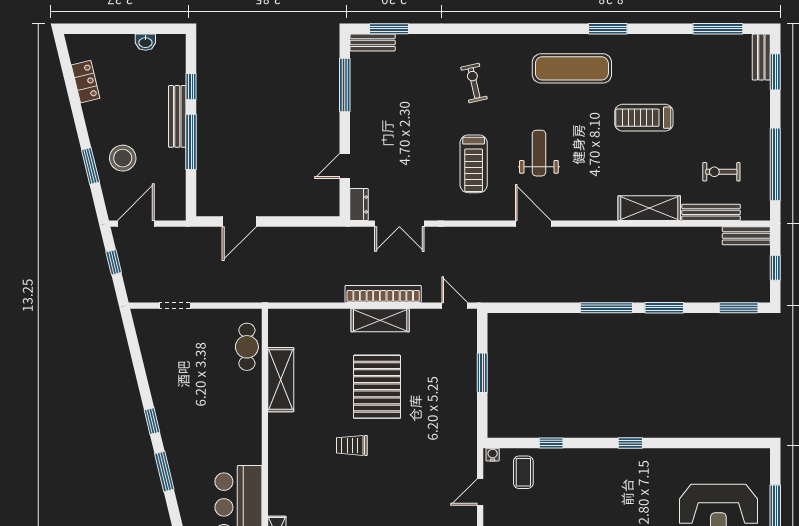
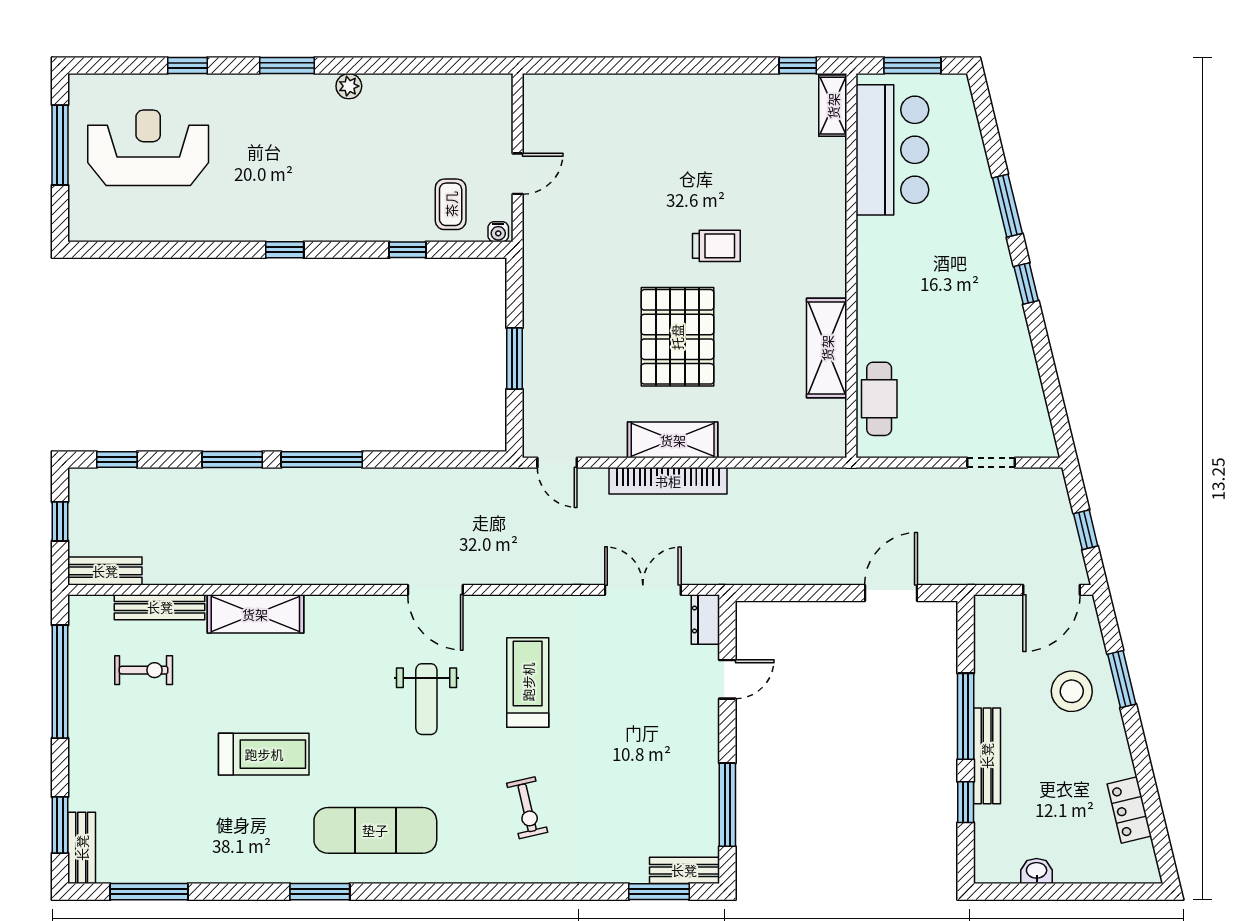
window: (739, 308) -> (117, 460), width x0.67

